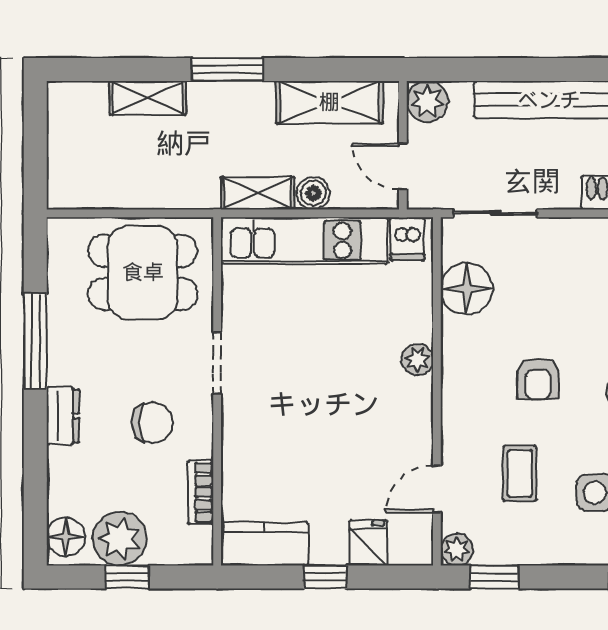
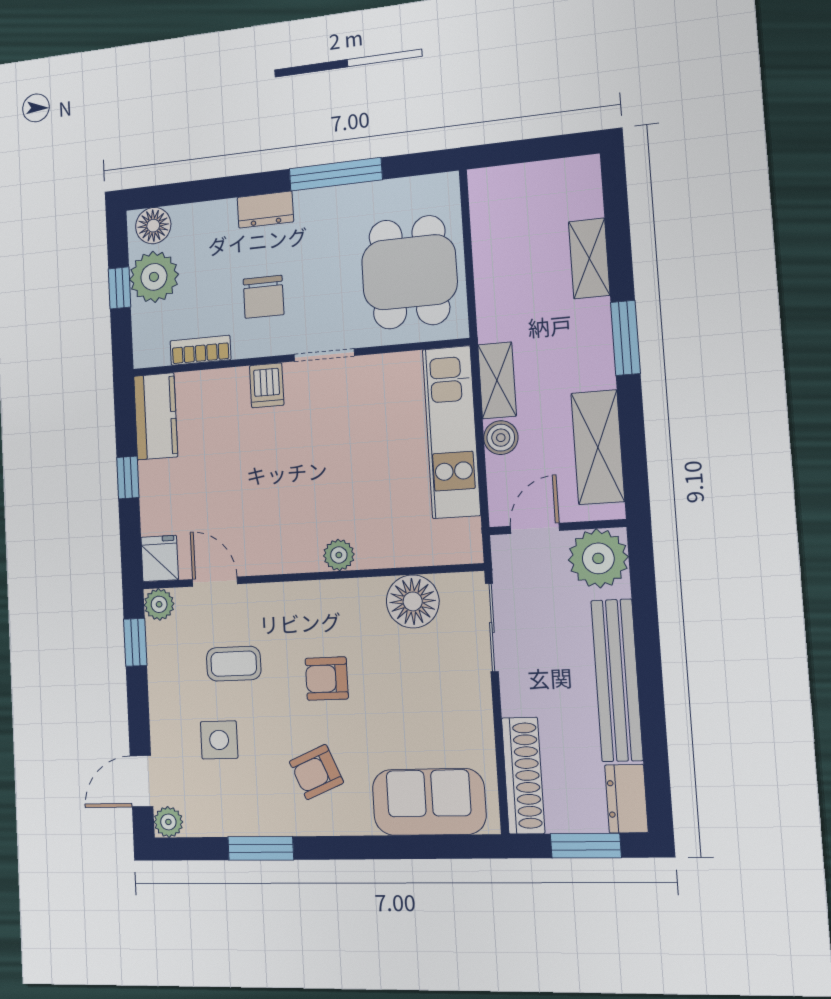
plant: (427, 101) -> (598, 558), width x1.36, depth x1.36
dishwasher: (407, 239) -> (267, 385), moved, turned -90
fridge: (368, 543) -> (160, 558), moved, turned -90

